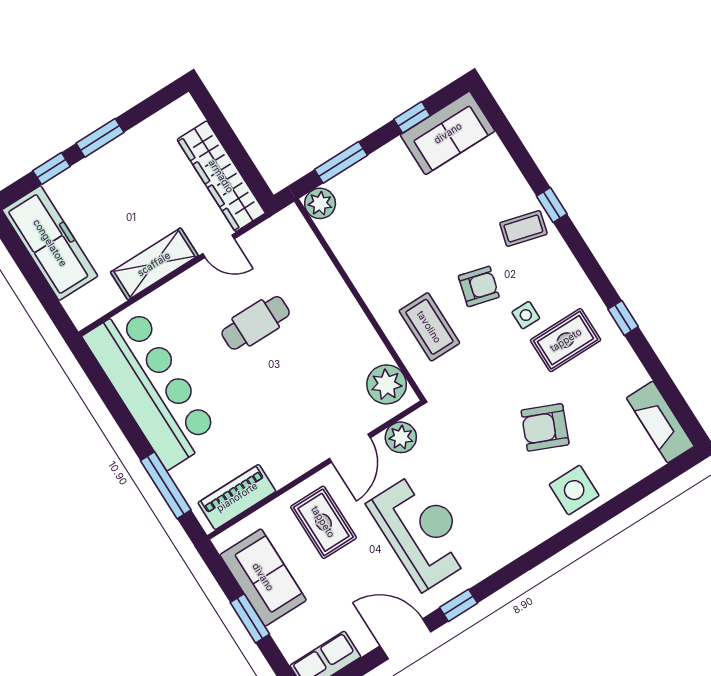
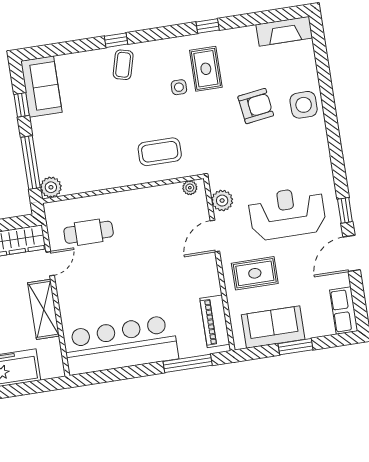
window: (341, 162) -> (31, 163), width x1.44
armchair: (479, 286) -> (148, 109), removed
cafe table: (256, 323) -> (89, 232), moved, turned 90
plant: (387, 384) -> (190, 188), width x0.53, depth x0.53
armchair: (545, 427) -> (256, 106), turned -121
door: (350, 448) -> (215, 236), swing flipped

